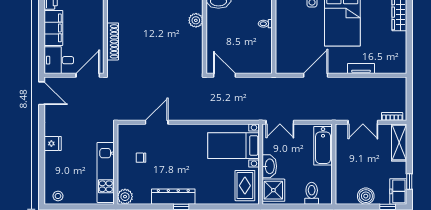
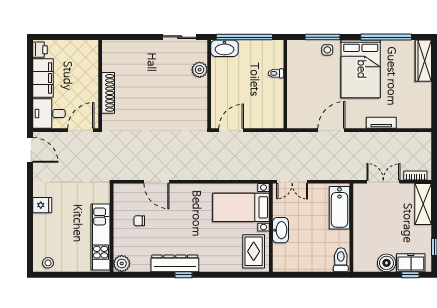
door: (225, 75) -> (231, 130), hinge flipped
door: (157, 122) -> (156, 182), swing flipped
double door: (363, 122) -> (383, 182), swing flipped
shower: (273, 190) -> (285, 256), removed
freezer: (398, 191) -> (411, 263), moved, turned 90
toilet: (312, 193) -> (341, 260), moved

